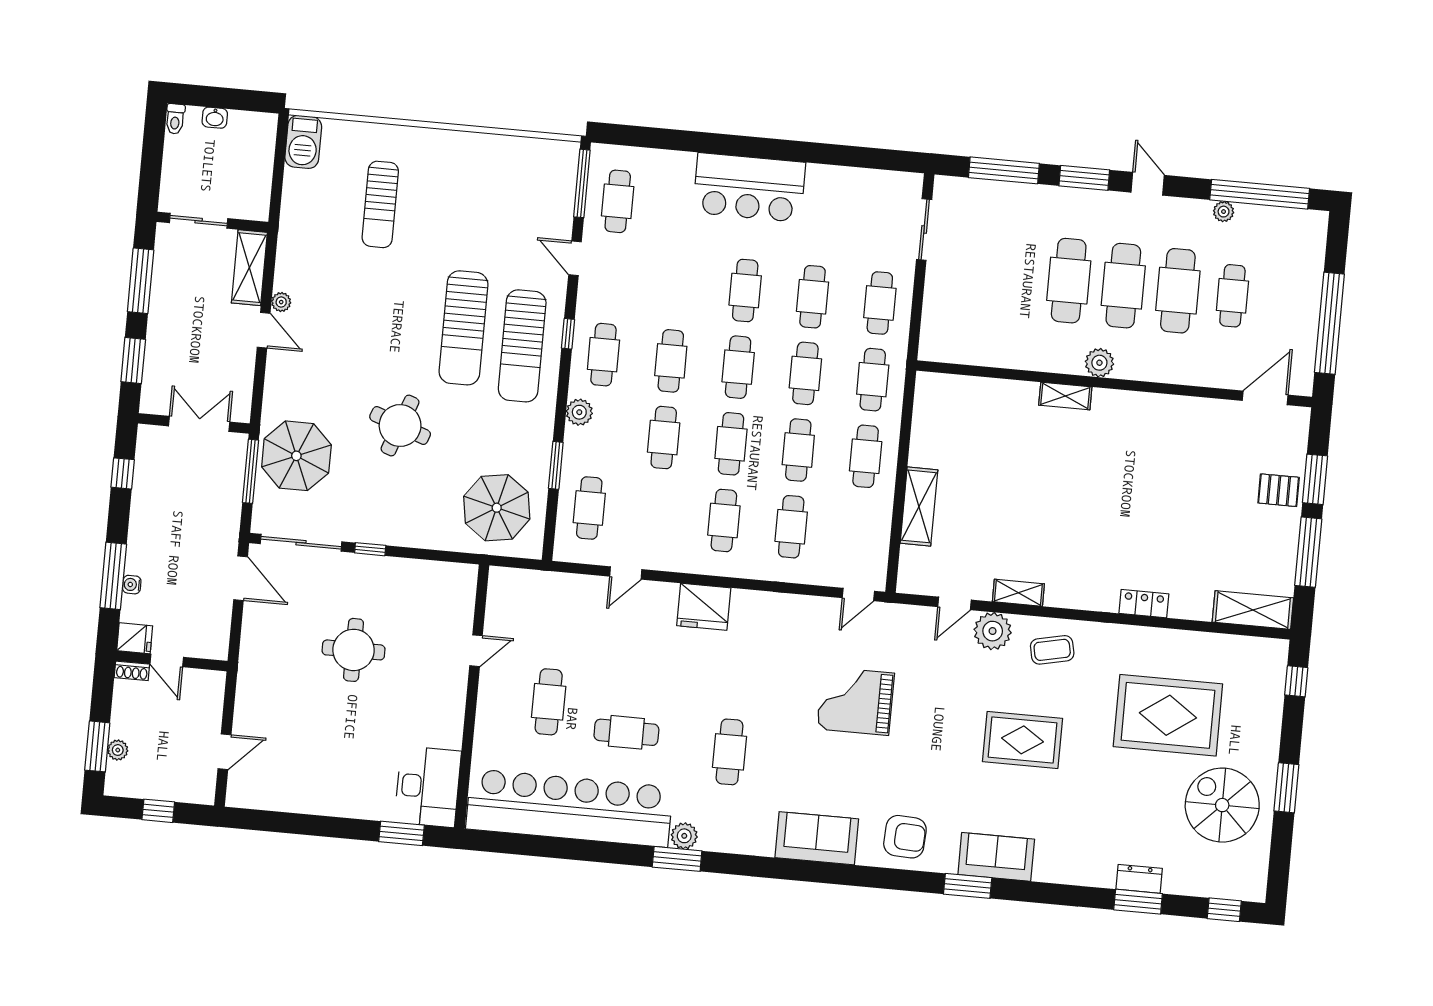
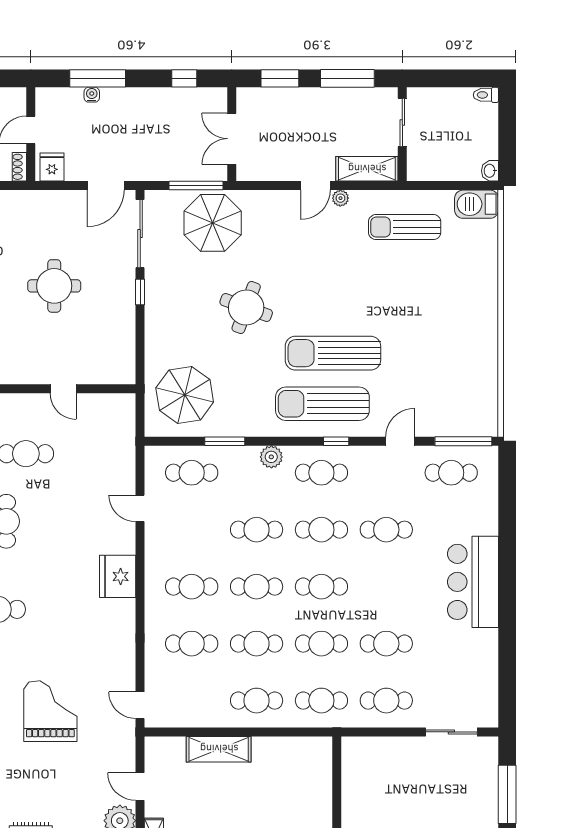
washbasin: (215, 118) -> (490, 171), moved
sun lounger: (380, 204) -> (405, 227), moved
cafe table: (745, 290) -> (386, 530), moved
double door: (199, 424) -> (232, 139), swing flipped
fridge: (135, 638) -> (52, 167), moved, turned 180
shoe rack: (132, 671) -> (19, 167), moved

